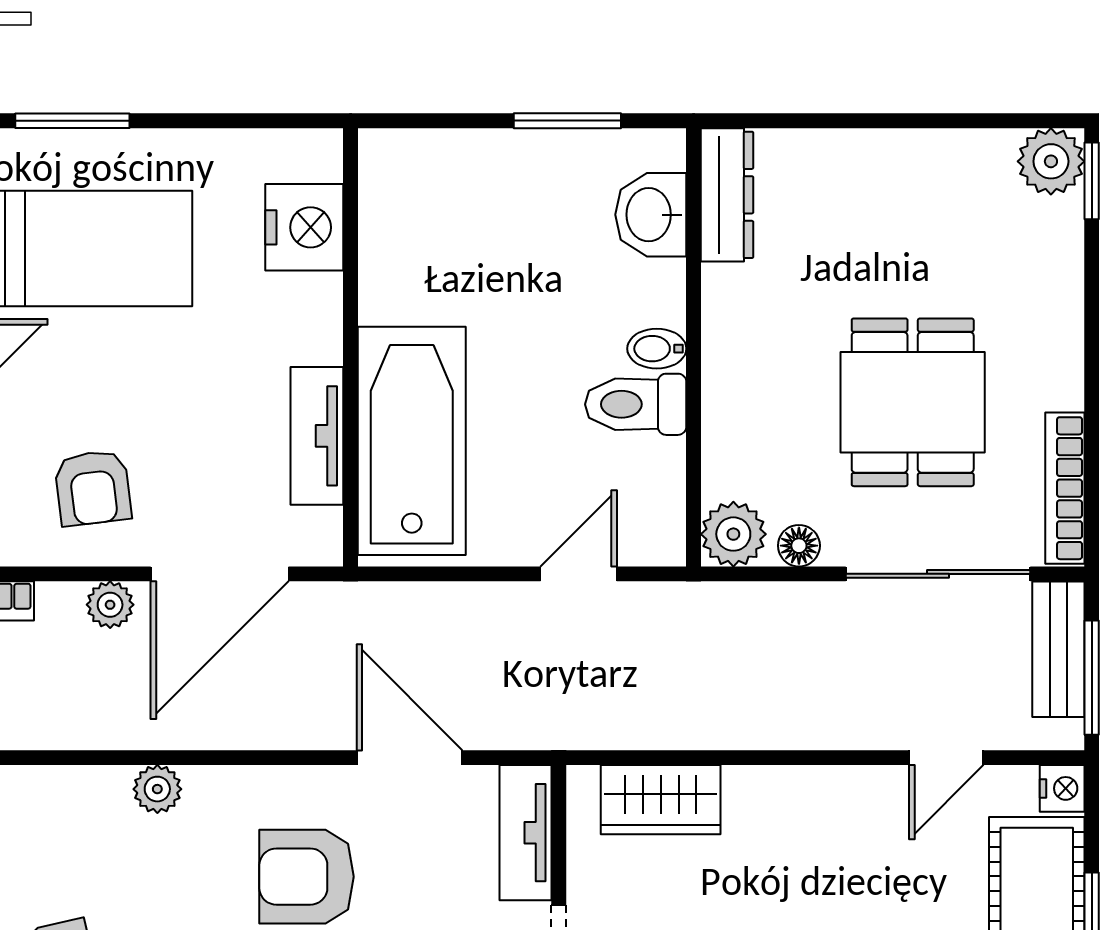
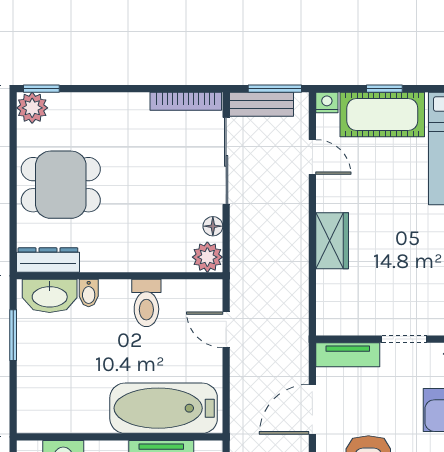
washbasin: (651, 215) -> (50, 296), width x1.38
bidet: (657, 349) -> (89, 293), moved
dining table: (913, 402) -> (61, 185), moved
wardrobe: (661, 800) -> (332, 241), moved

